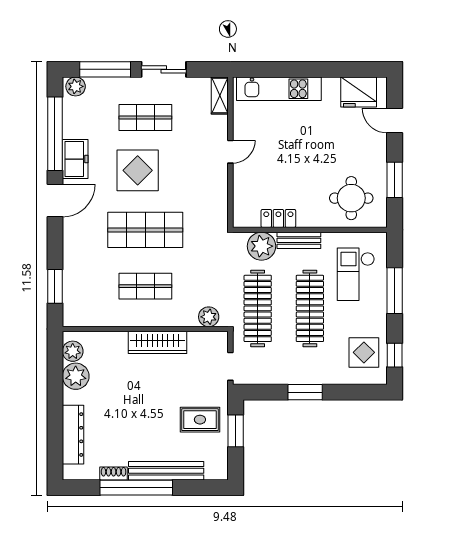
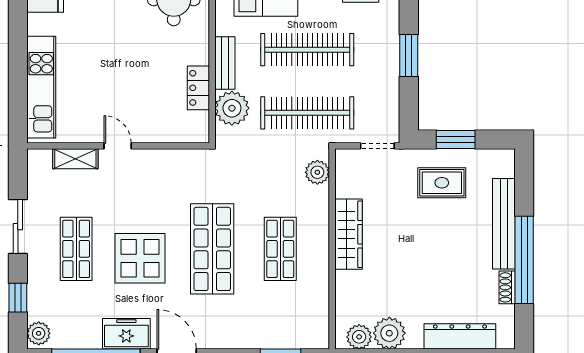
window: (105, 69) -> (18, 298), width x0.46
shelving: (220, 95) -> (75, 159), moved
rug: (200, 420) -> (442, 183), turned 90

